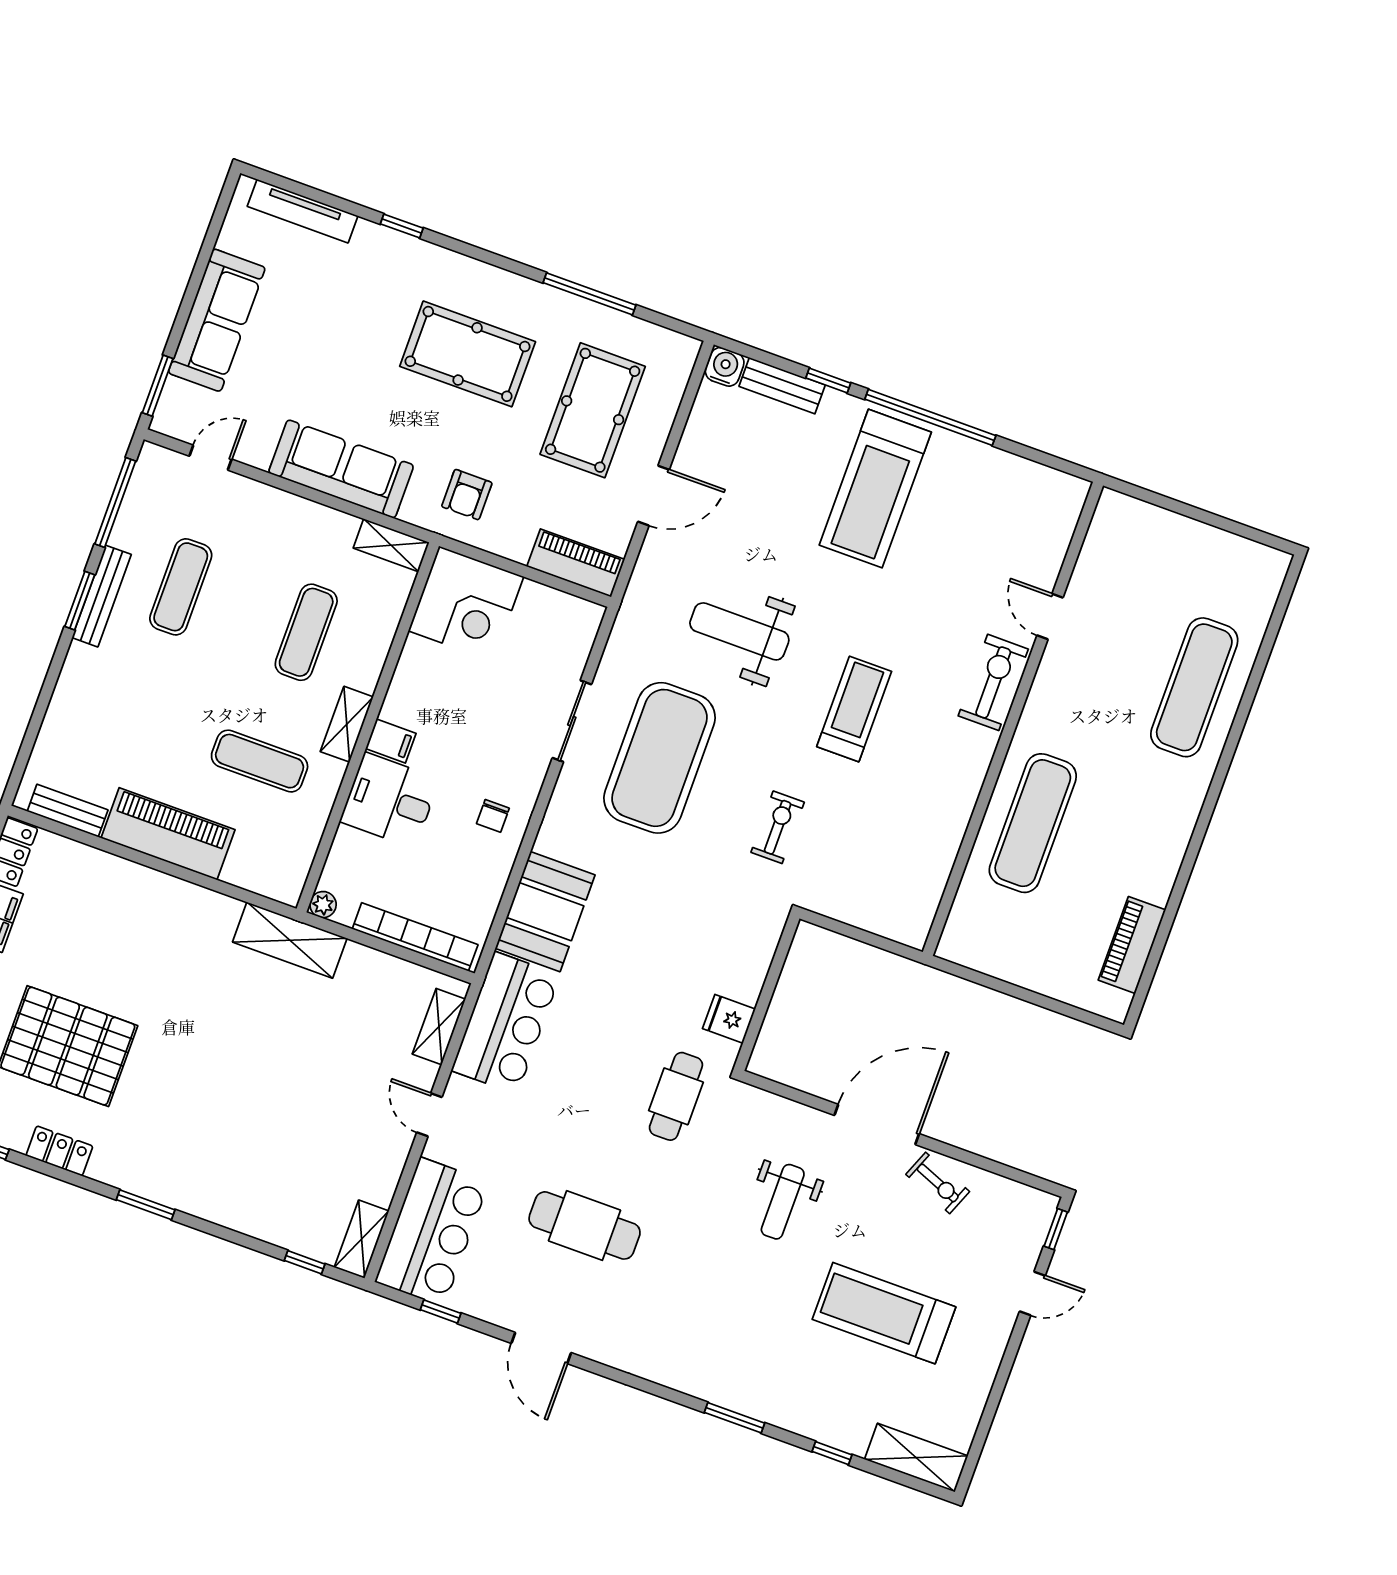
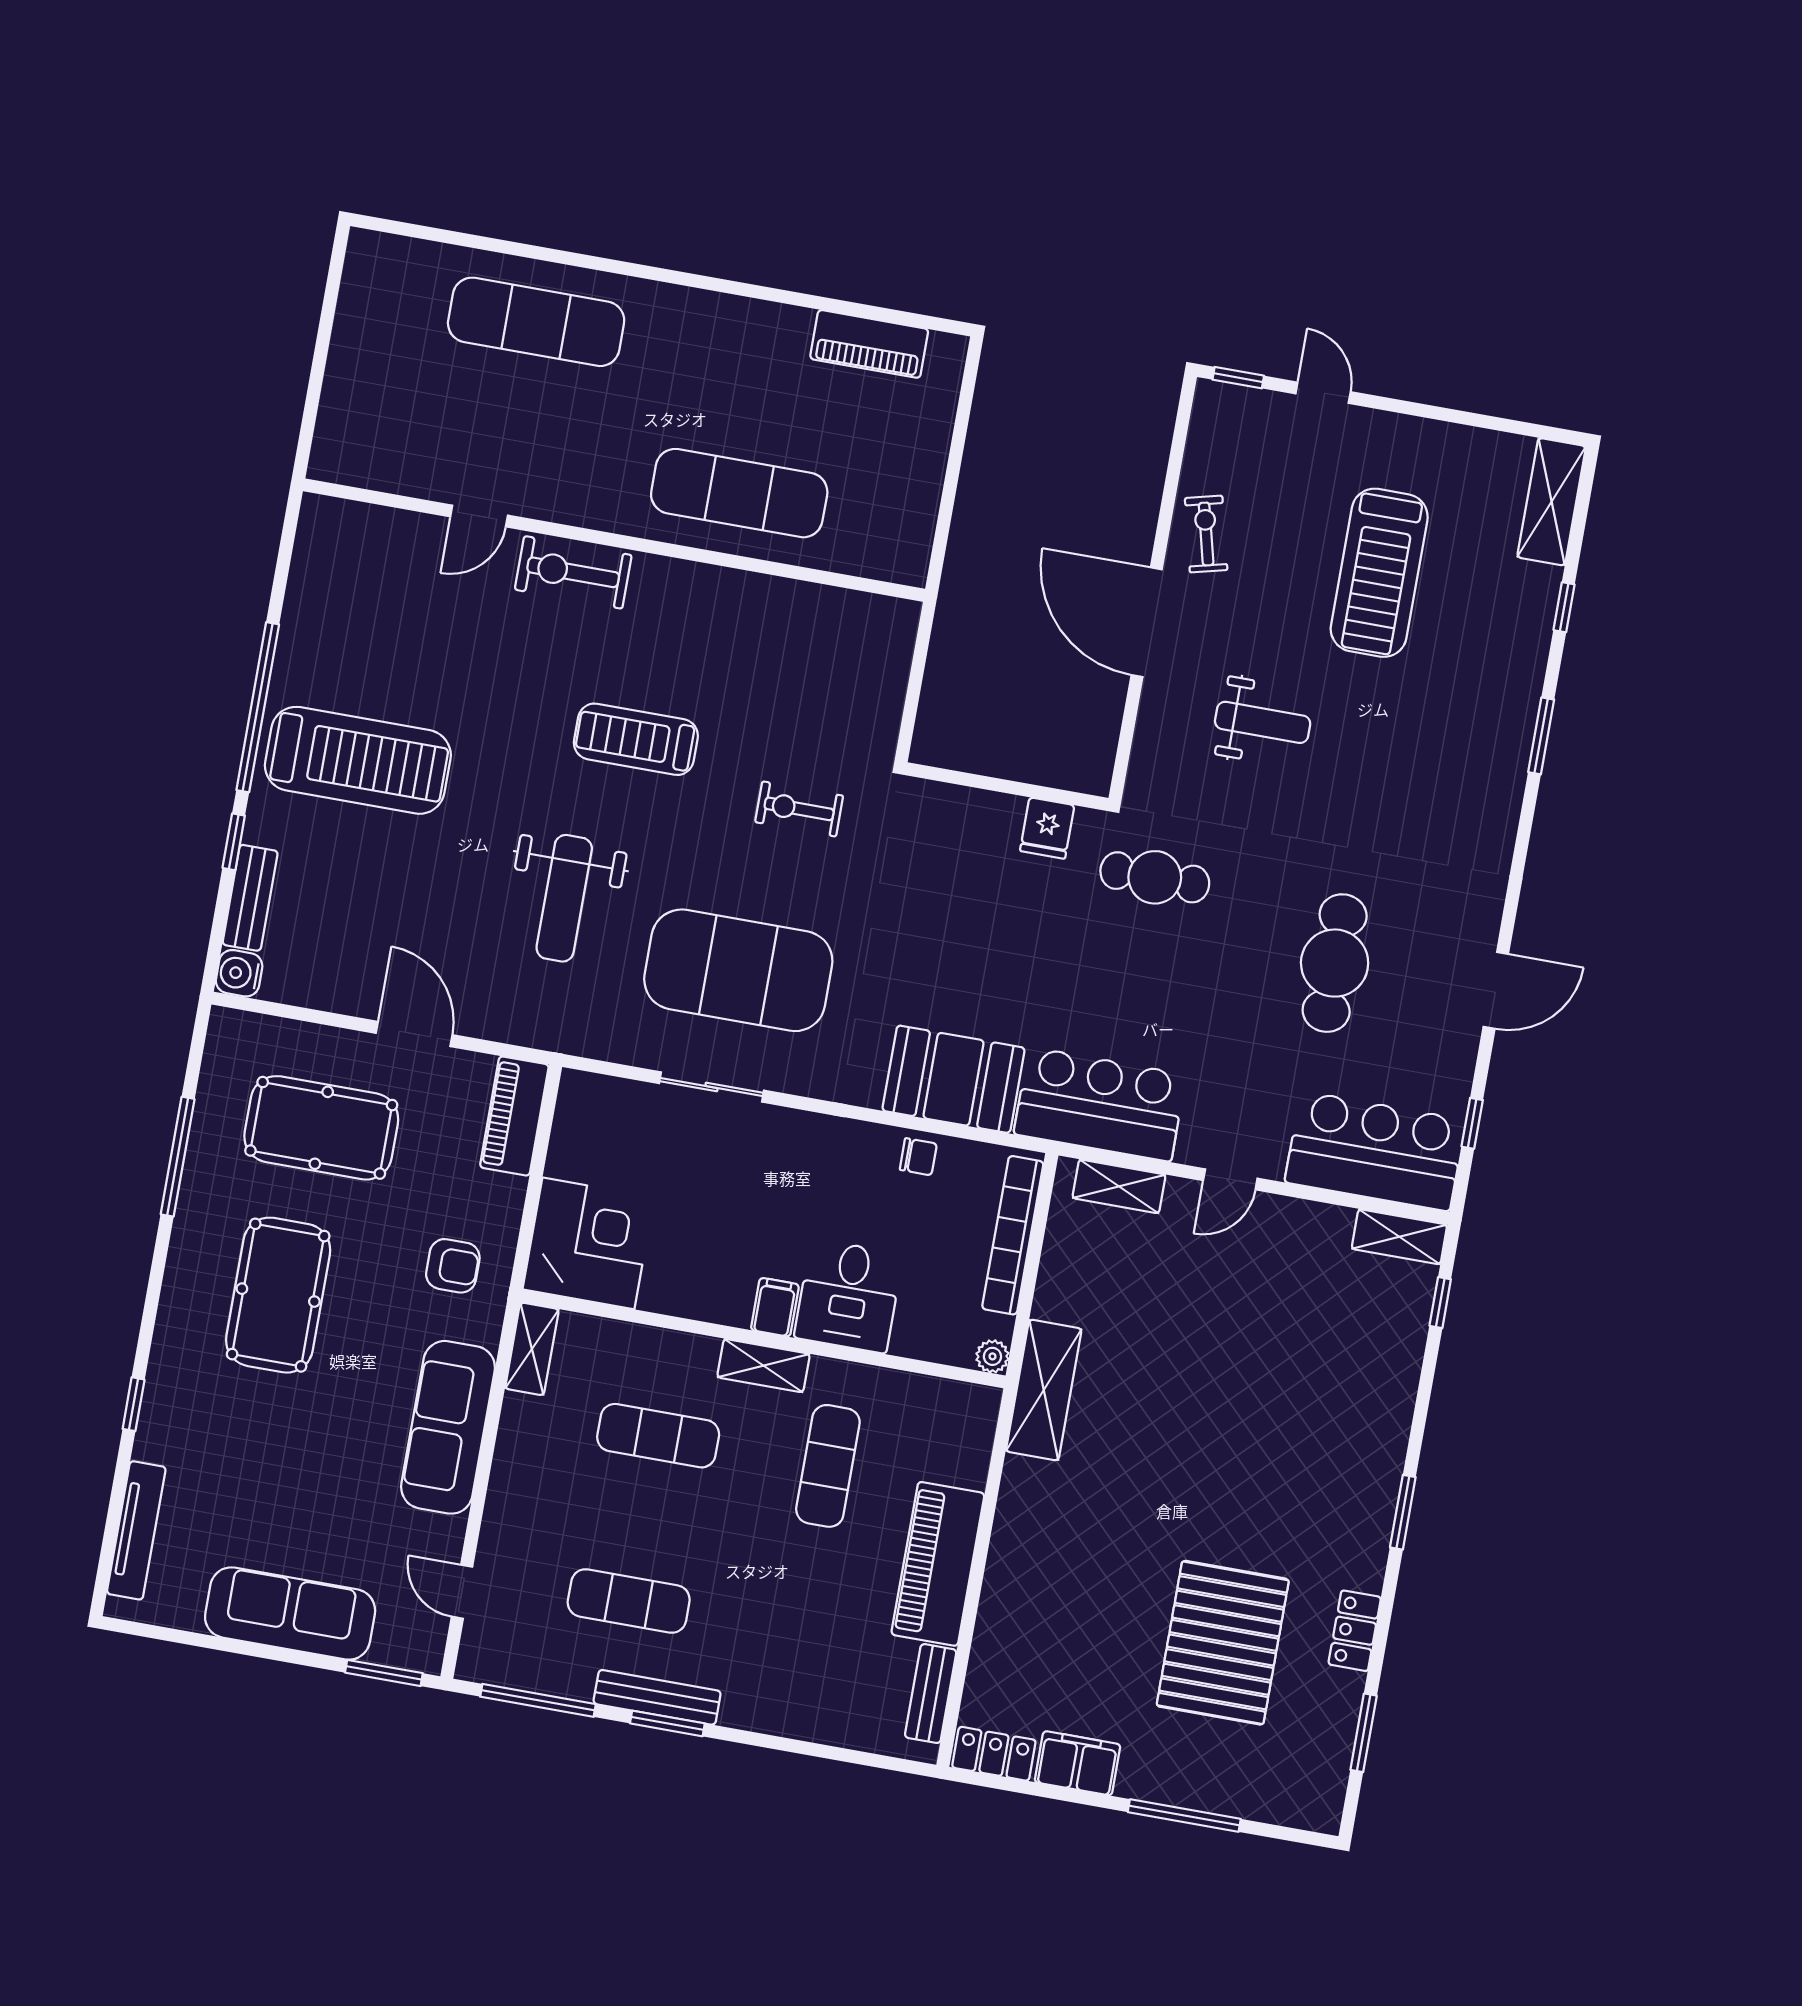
chair: (493, 816) -> (918, 1157), moved
exercise bike: (938, 1183) -> (1206, 534), turned -36

